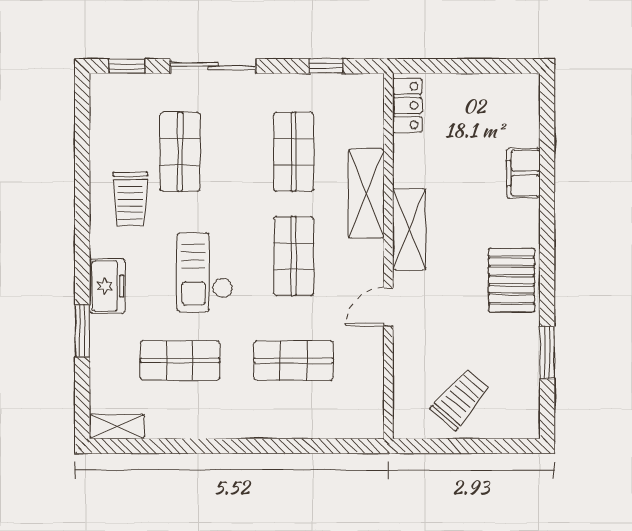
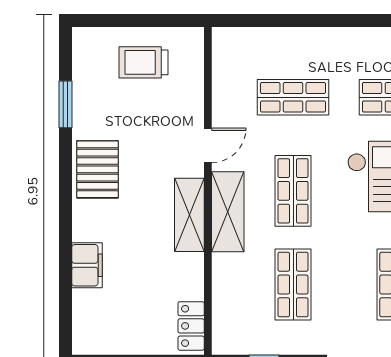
shelving: (366, 194) -> (228, 212), moved
trolley: (460, 399) -> (144, 62), turned 49

